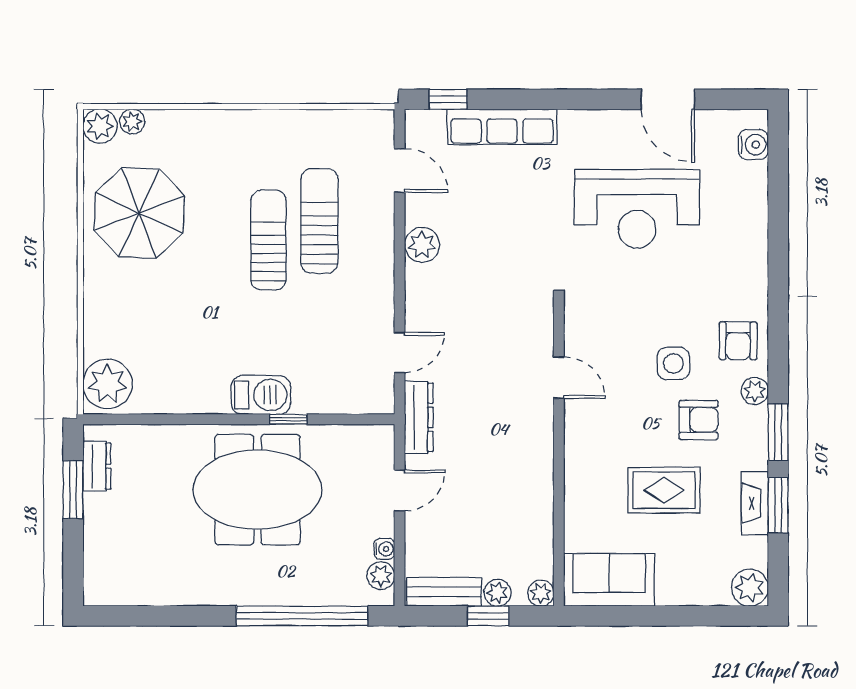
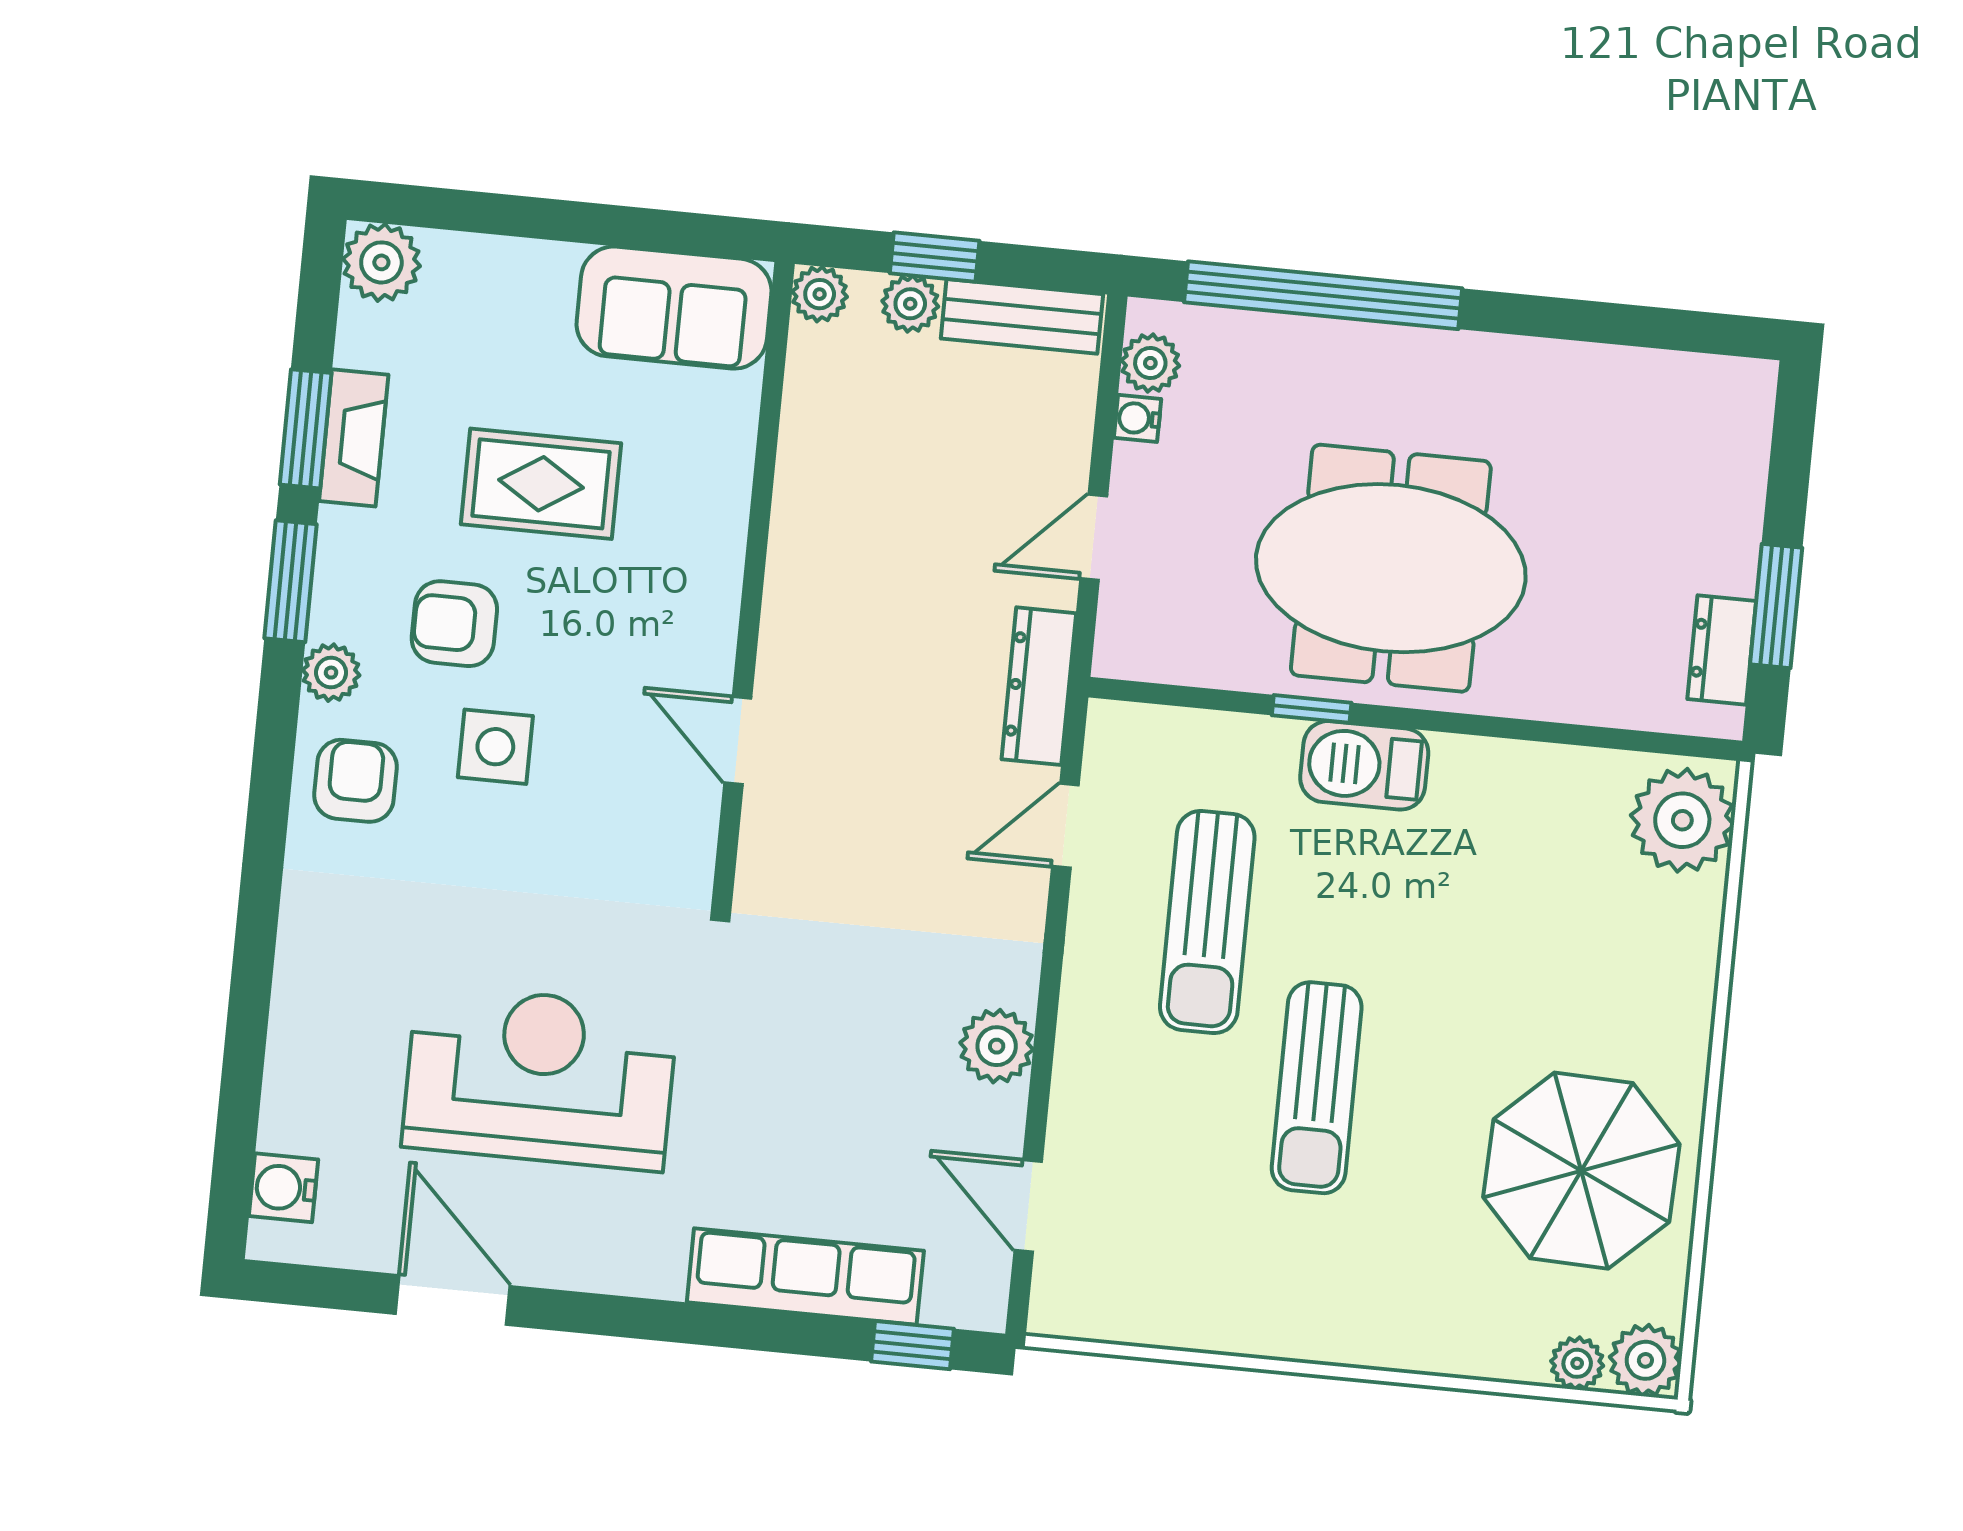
sun lounger: (319, 221) -> (1207, 922), moved

